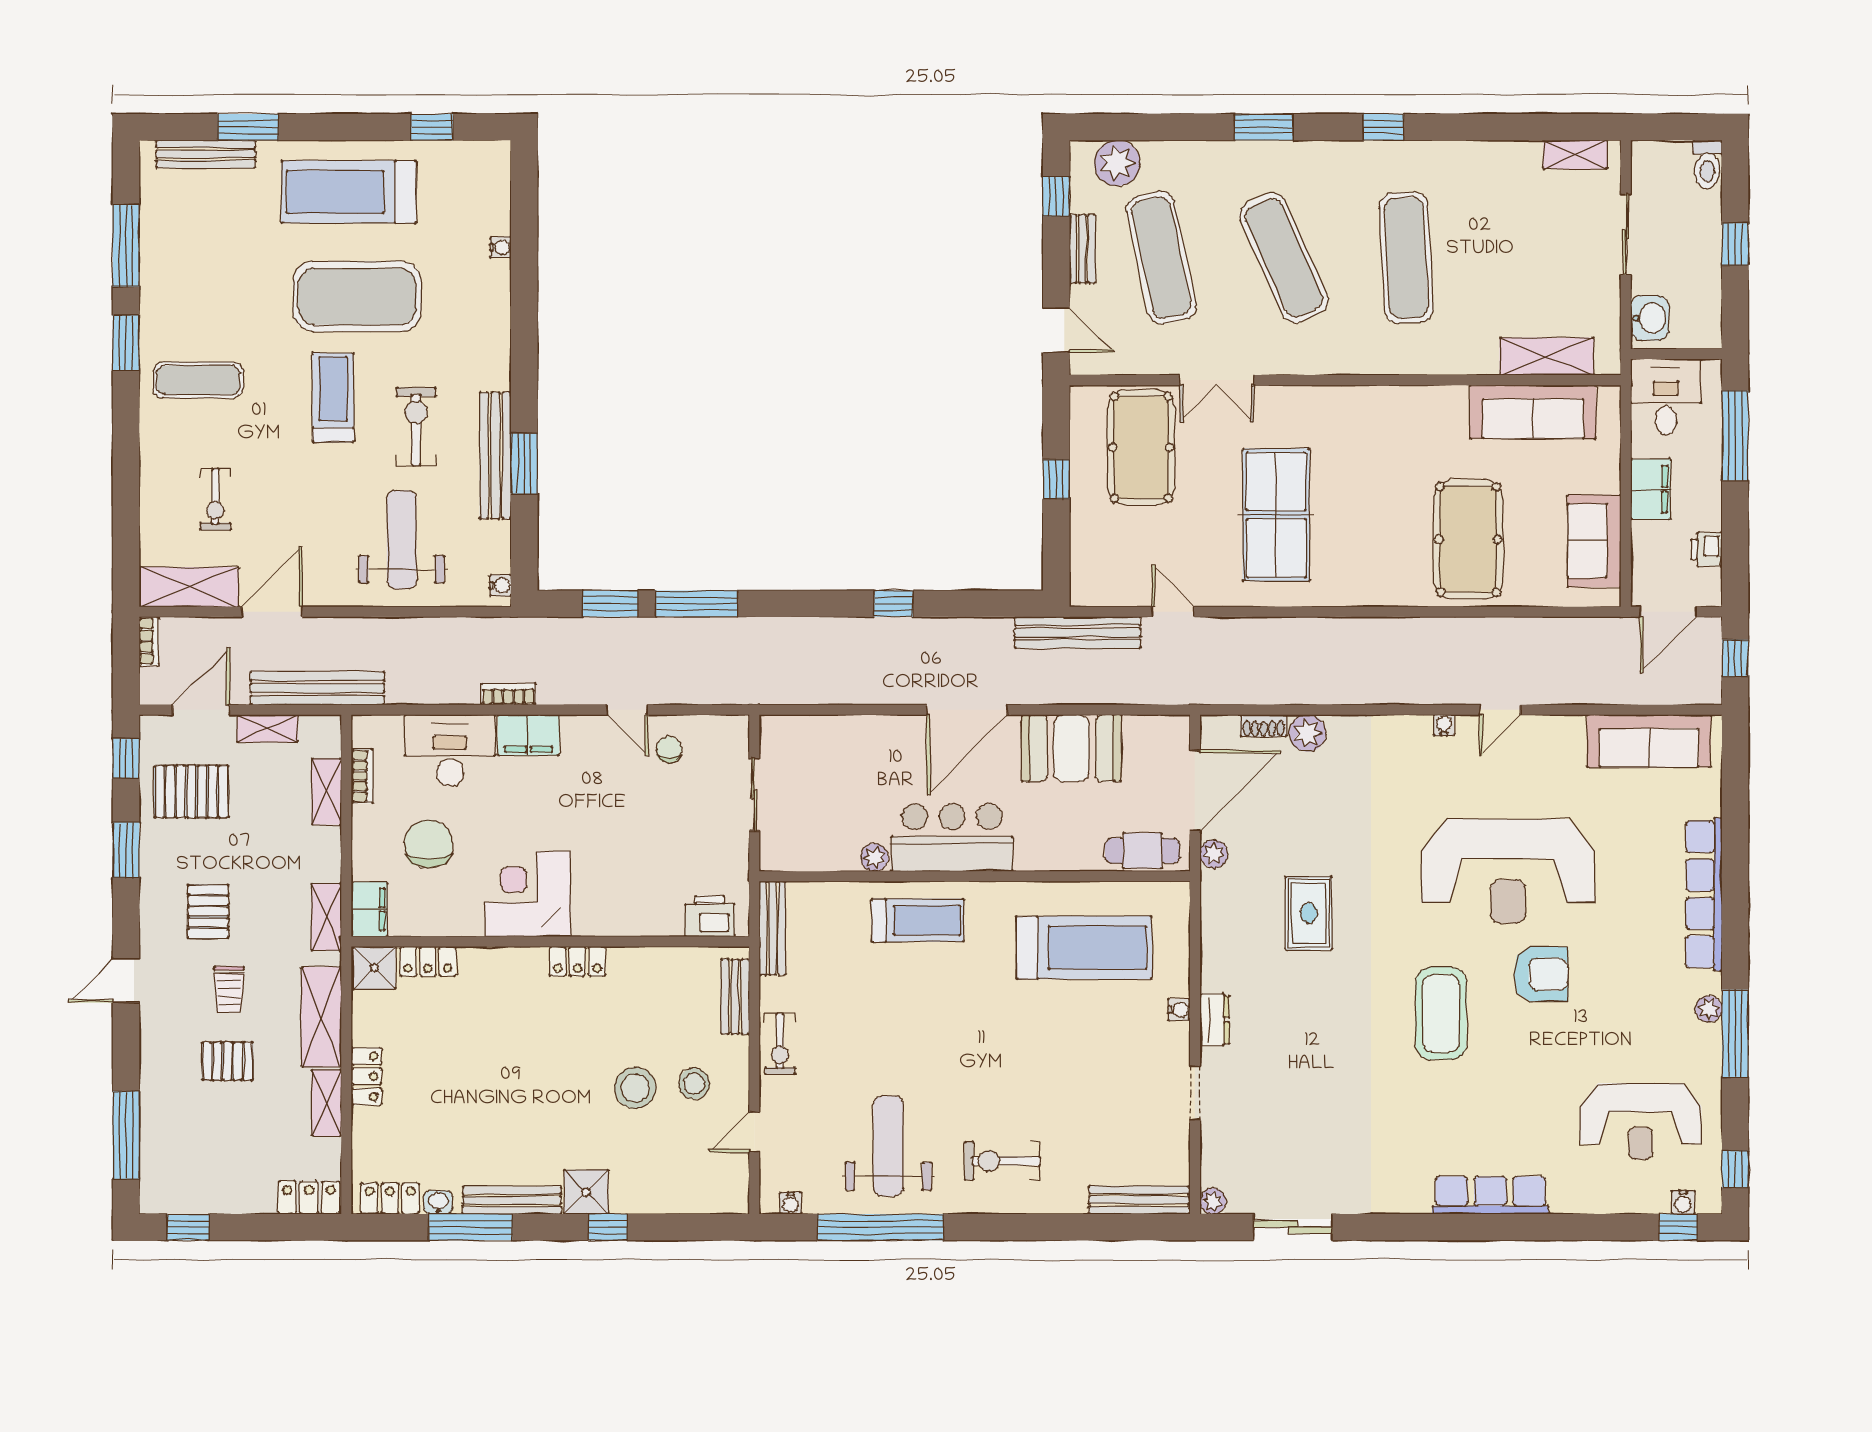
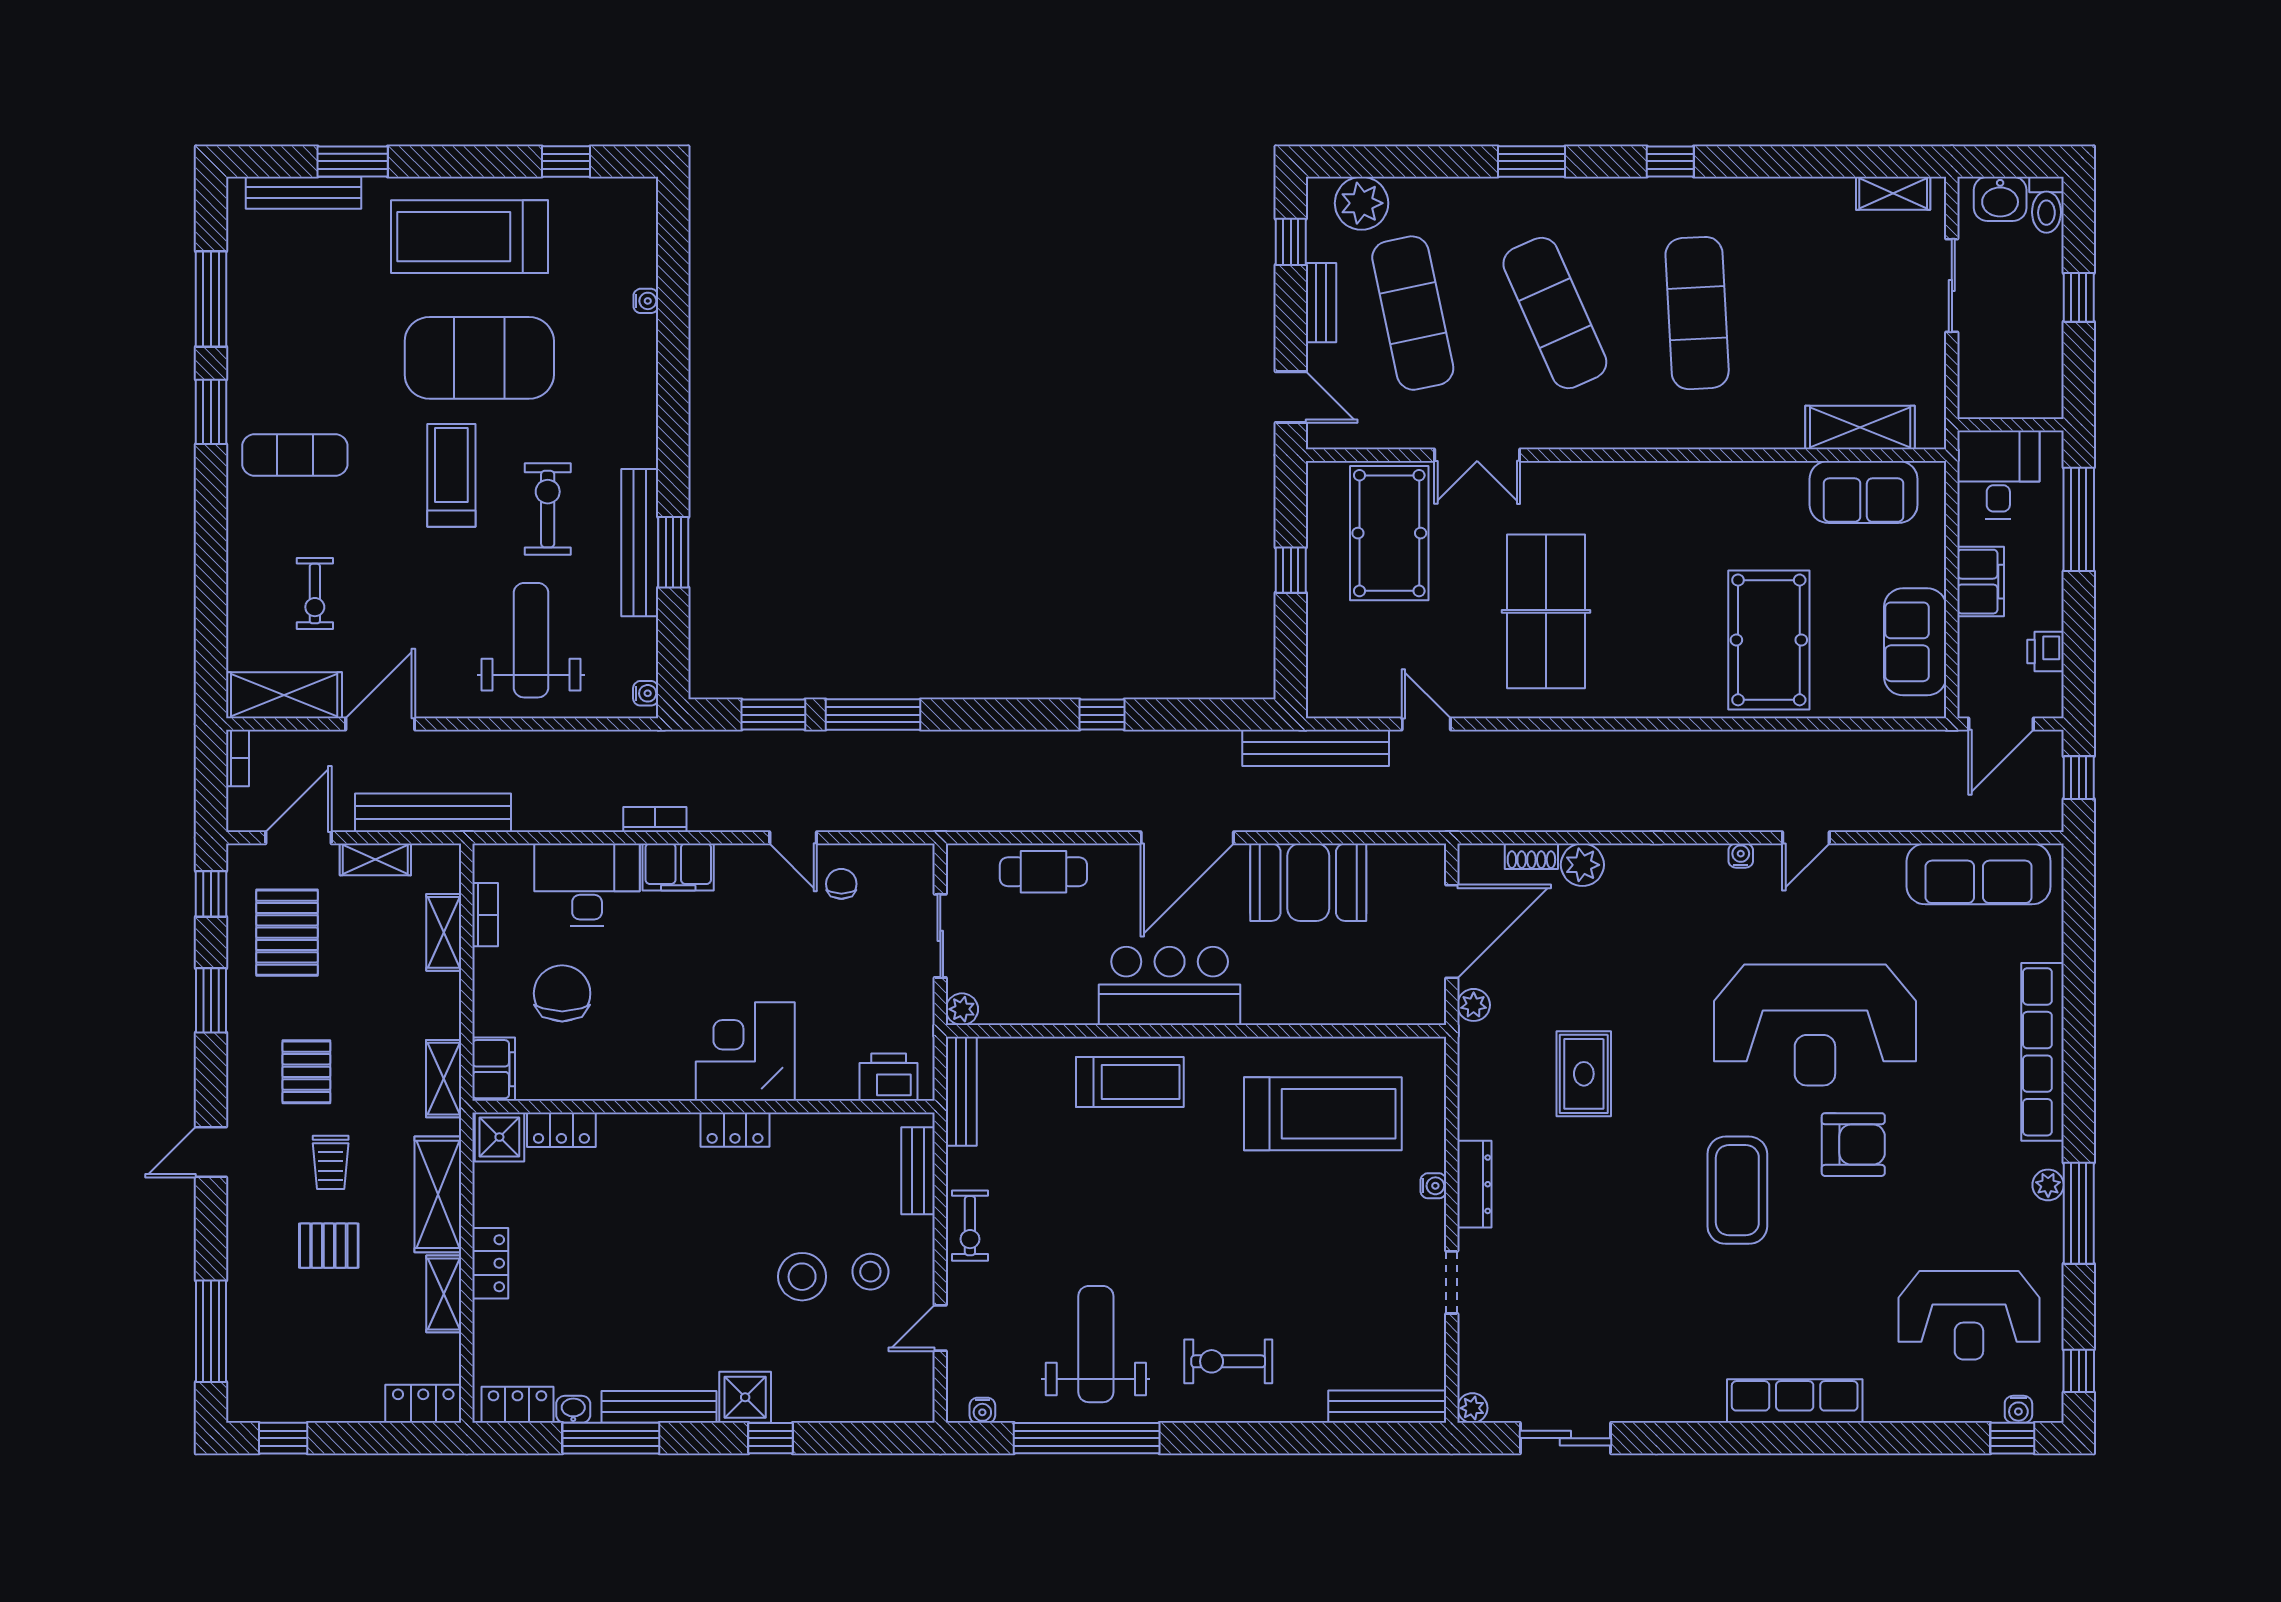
washbasin: (1650, 318) -> (2000, 199), moved, turned 90
sofa: (1533, 412) -> (1864, 492), width x0.73
pallet: (191, 792) -> (287, 933), turned 90
cafe table: (1143, 851) -> (1043, 872), moved
plant: (875, 858) -> (962, 1009), moved
corner desk: (528, 894) -> (745, 1052), moved
dresser: (1215, 1020) -> (1474, 1184), width x1.44

